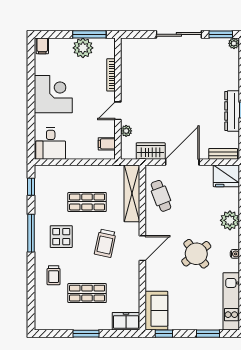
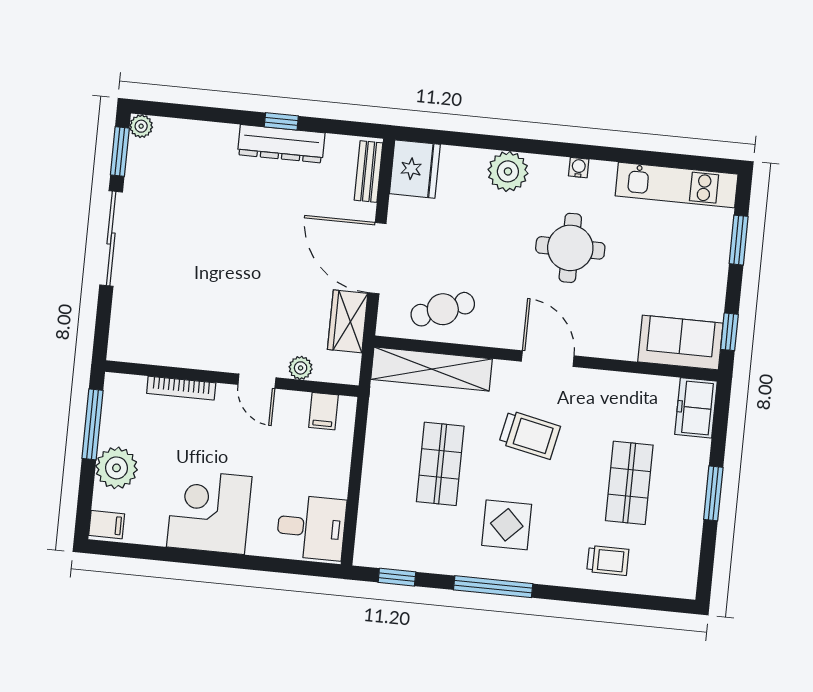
plant: (83, 48) -> (116, 468), moved
round table: (196, 254) -> (570, 248), turned 38
trolley: (54, 275) -> (608, 560), moved

